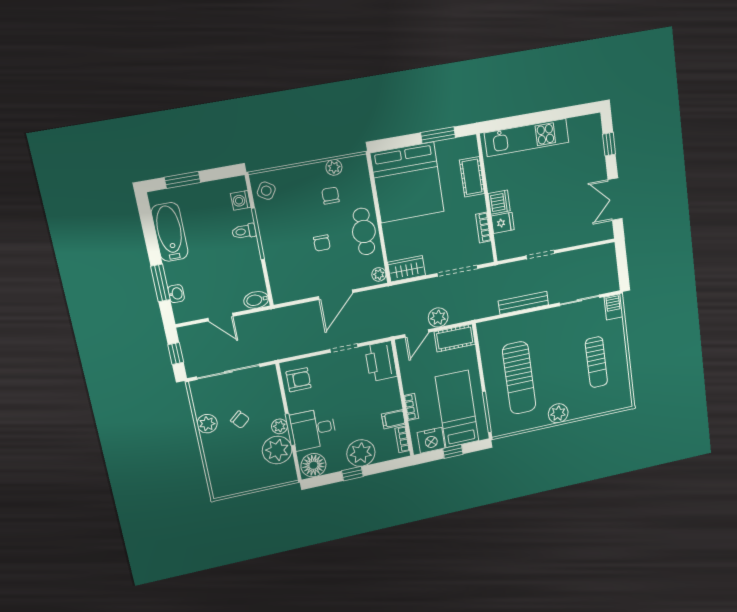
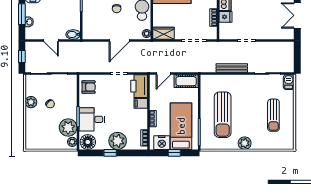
plant: (438, 317) -> (178, 66), removed
filing cabinet: (393, 419) -> (141, 103), moved
plant: (280, 426) -> (72, 142), moved

